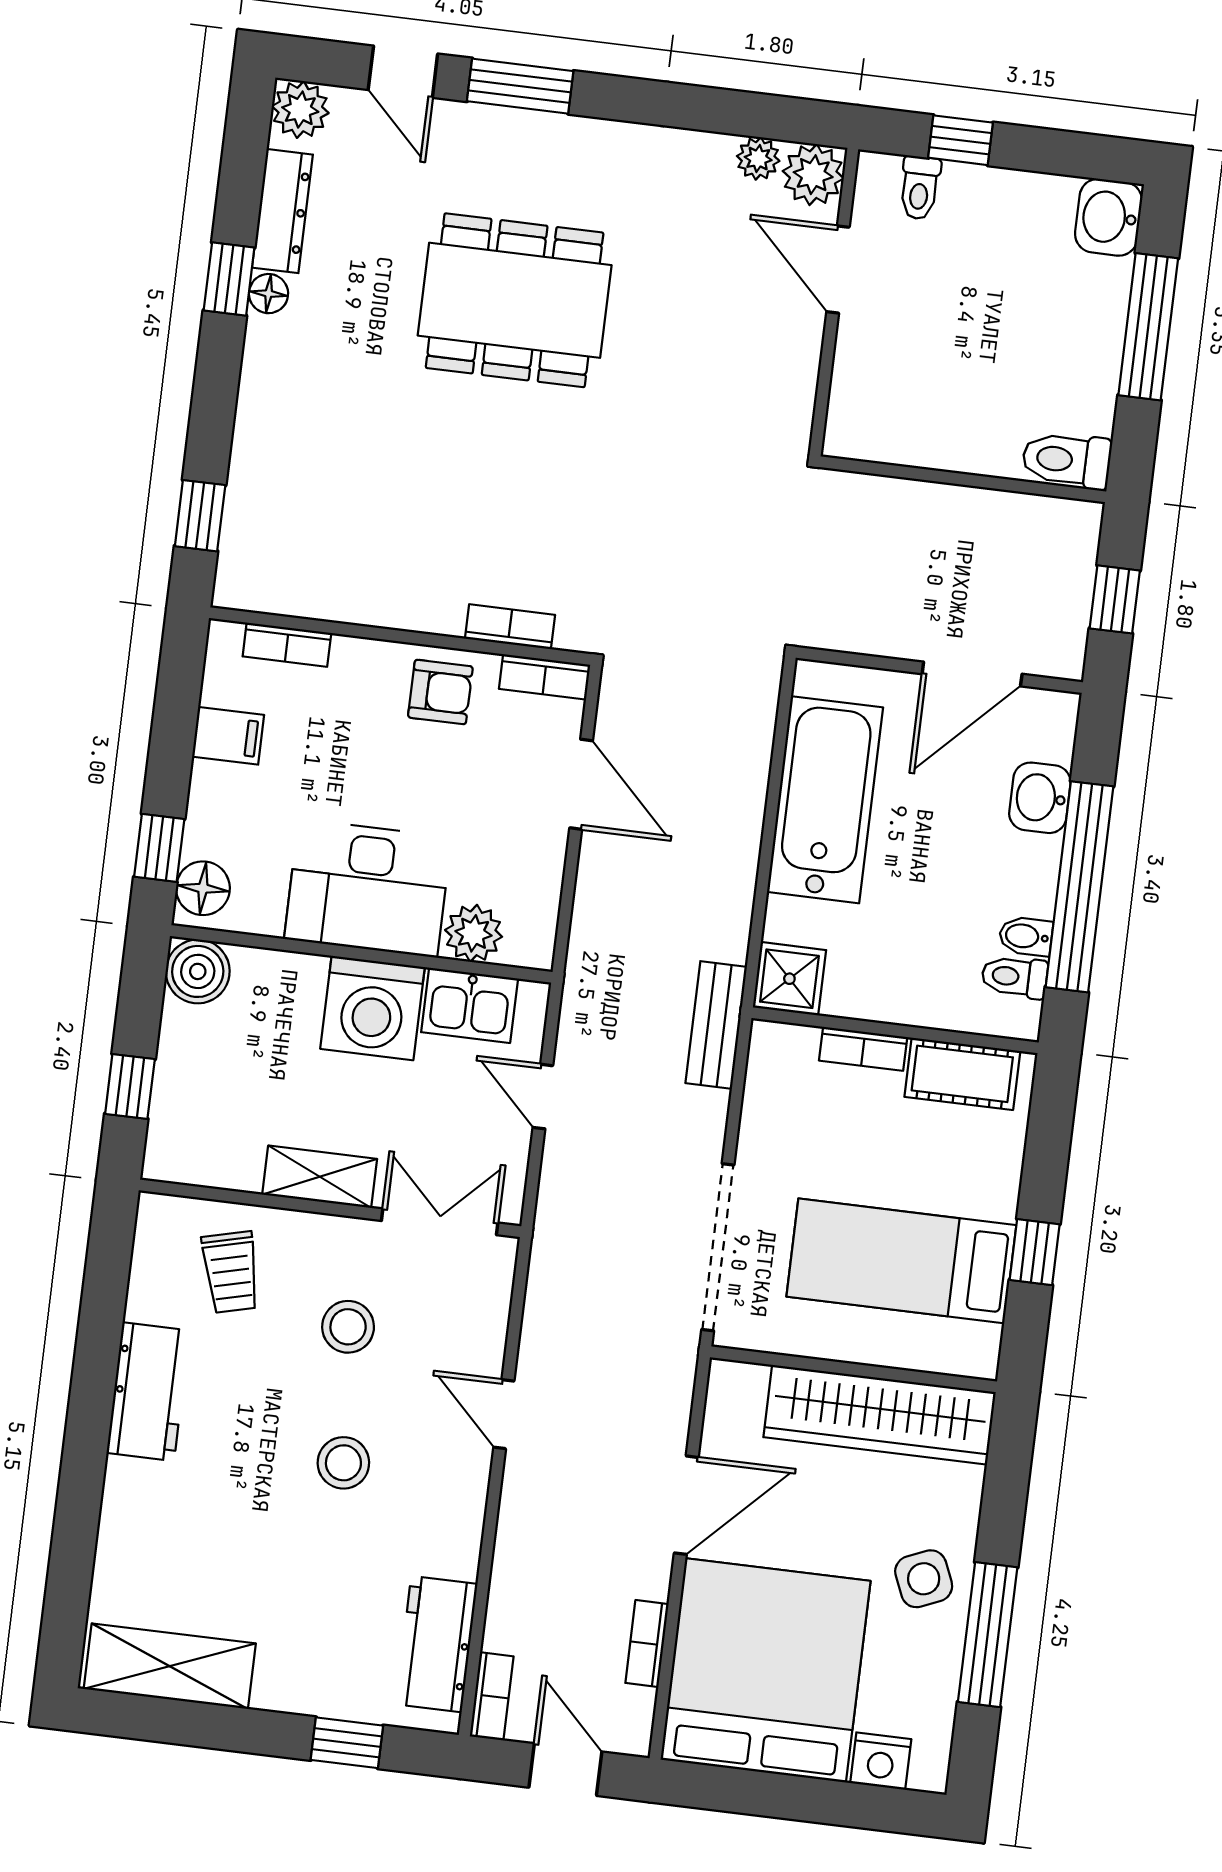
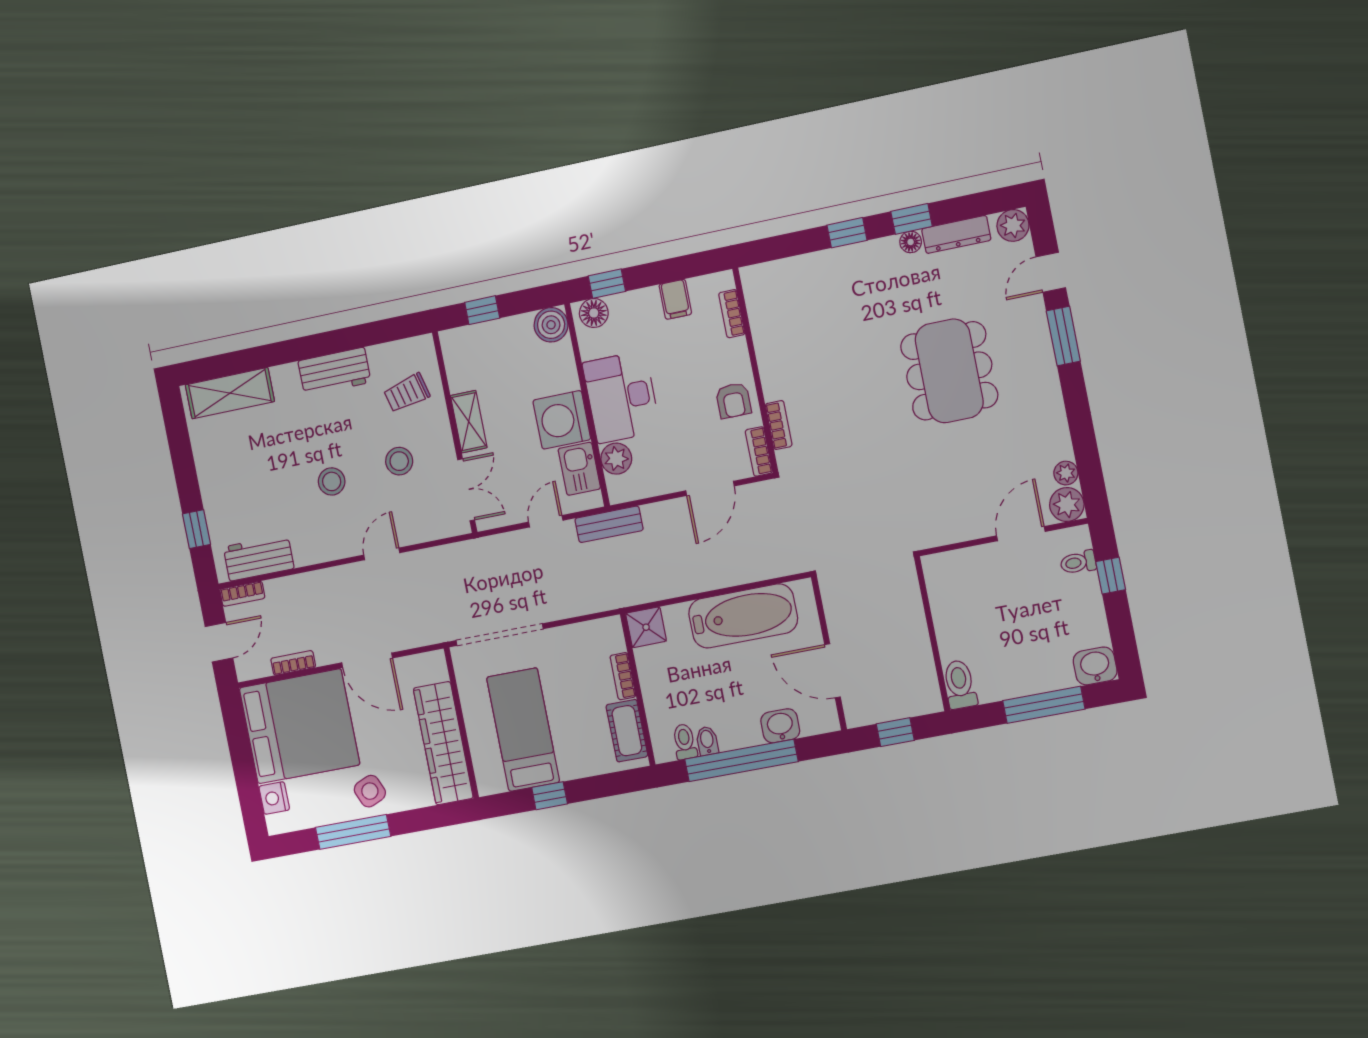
window: (200, 516) -> (847, 233), moved
bench: (716, 1025) -> (609, 524), moved
shelving: (170, 1666) -> (230, 393), moved, turned 90

